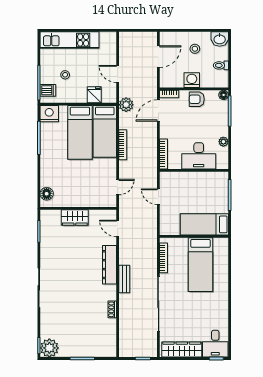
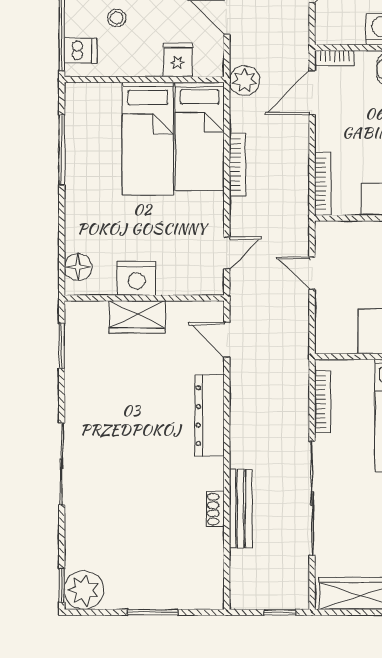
nightstand: (49, 114) -> (137, 278), moved, turned 180
bench: (124, 279) -> (241, 509), moved, width x1.36

